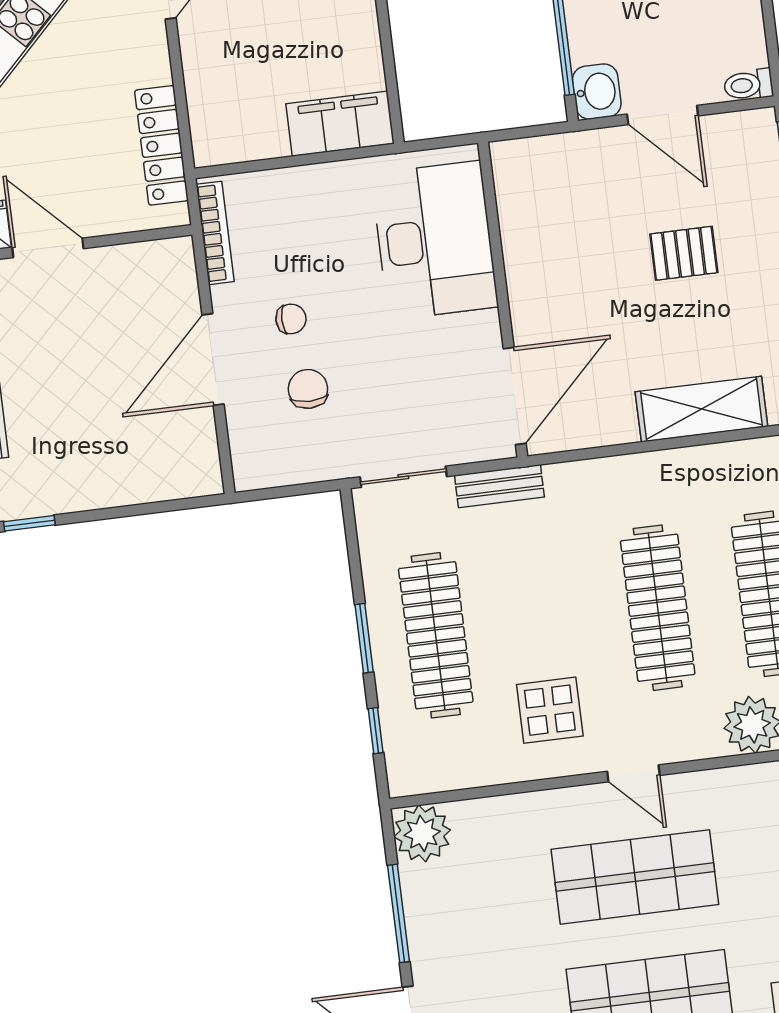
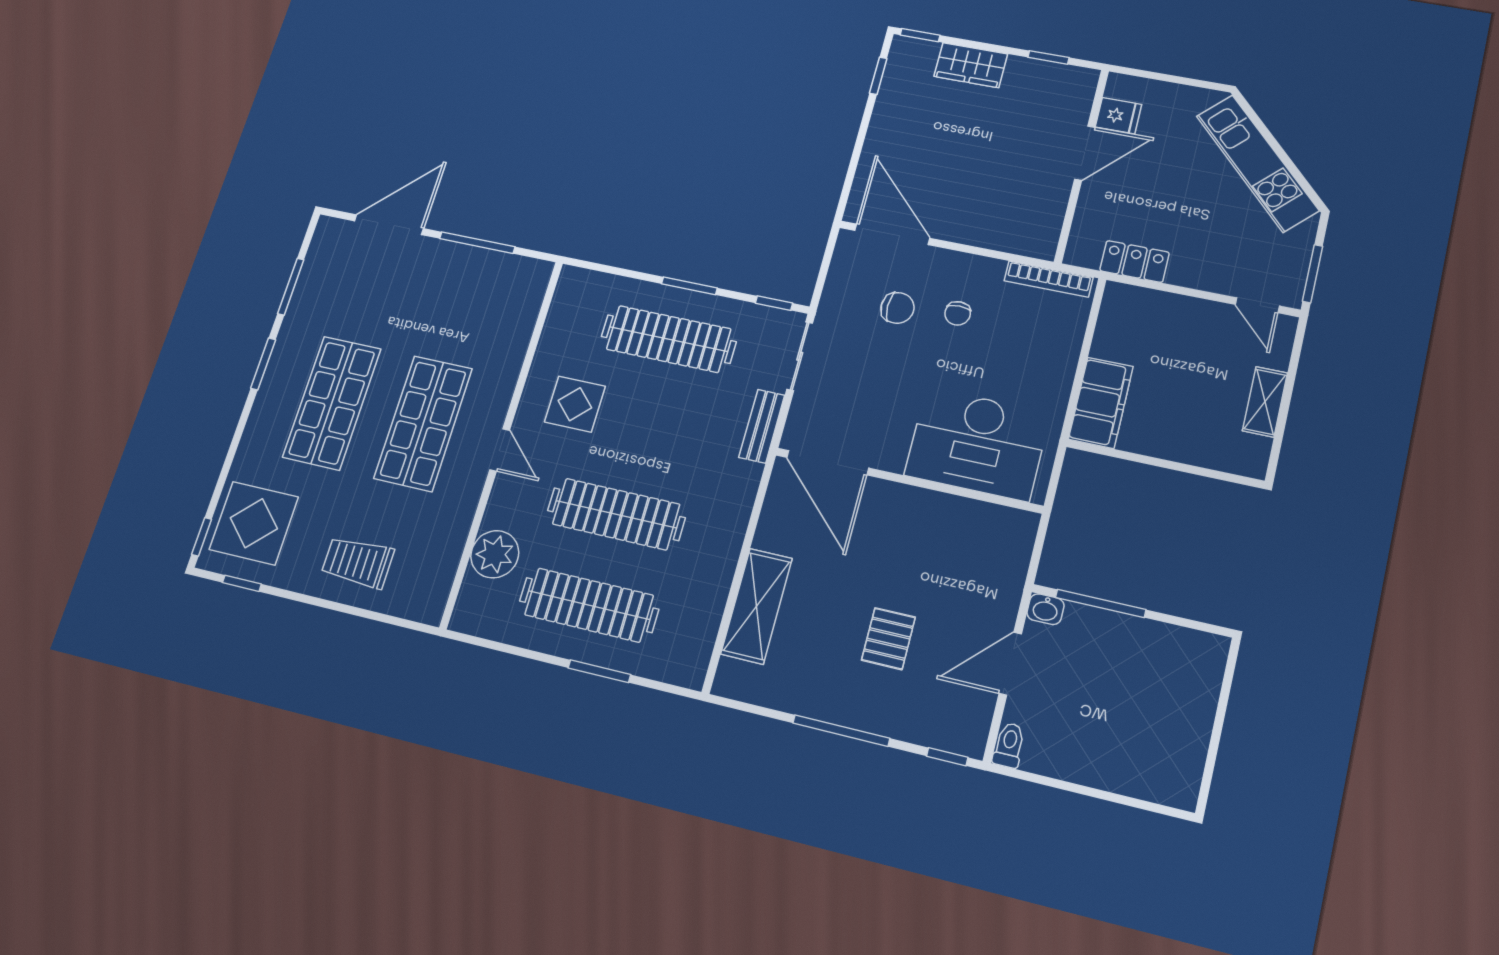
washbasin: (597, 92) -> (1045, 609), width x0.72, depth x0.69
locker: (161, 145) -> (1135, 262), width x0.66
door: (213, 360) -> (892, 234), moved
window: (376, 731) -> (774, 303), moved
door: (633, 773) -> (500, 450), swing flipped
plant: (422, 833) -> (527, 279), removed

